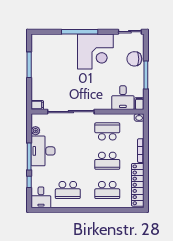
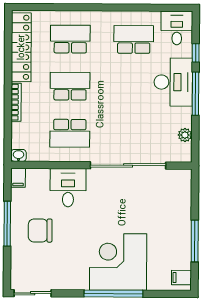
corner desk: (95, 51) -> (118, 262), moved
chair: (134, 59) -> (40, 231), moved, turned 180
desk: (123, 98) -> (68, 188), moved
filing cabinet: (37, 105) -> (181, 278), moved
desk: (43, 151) -> (173, 82), moved

